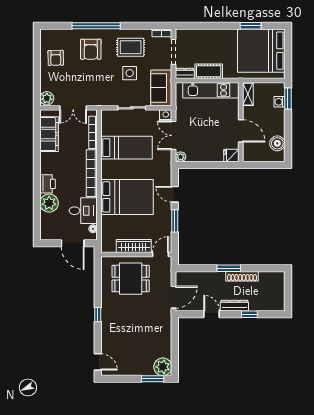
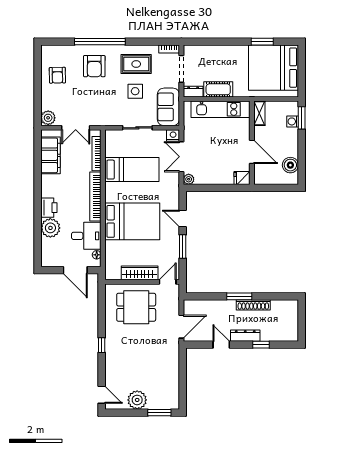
plant: (163, 367) -> (137, 400), moved

